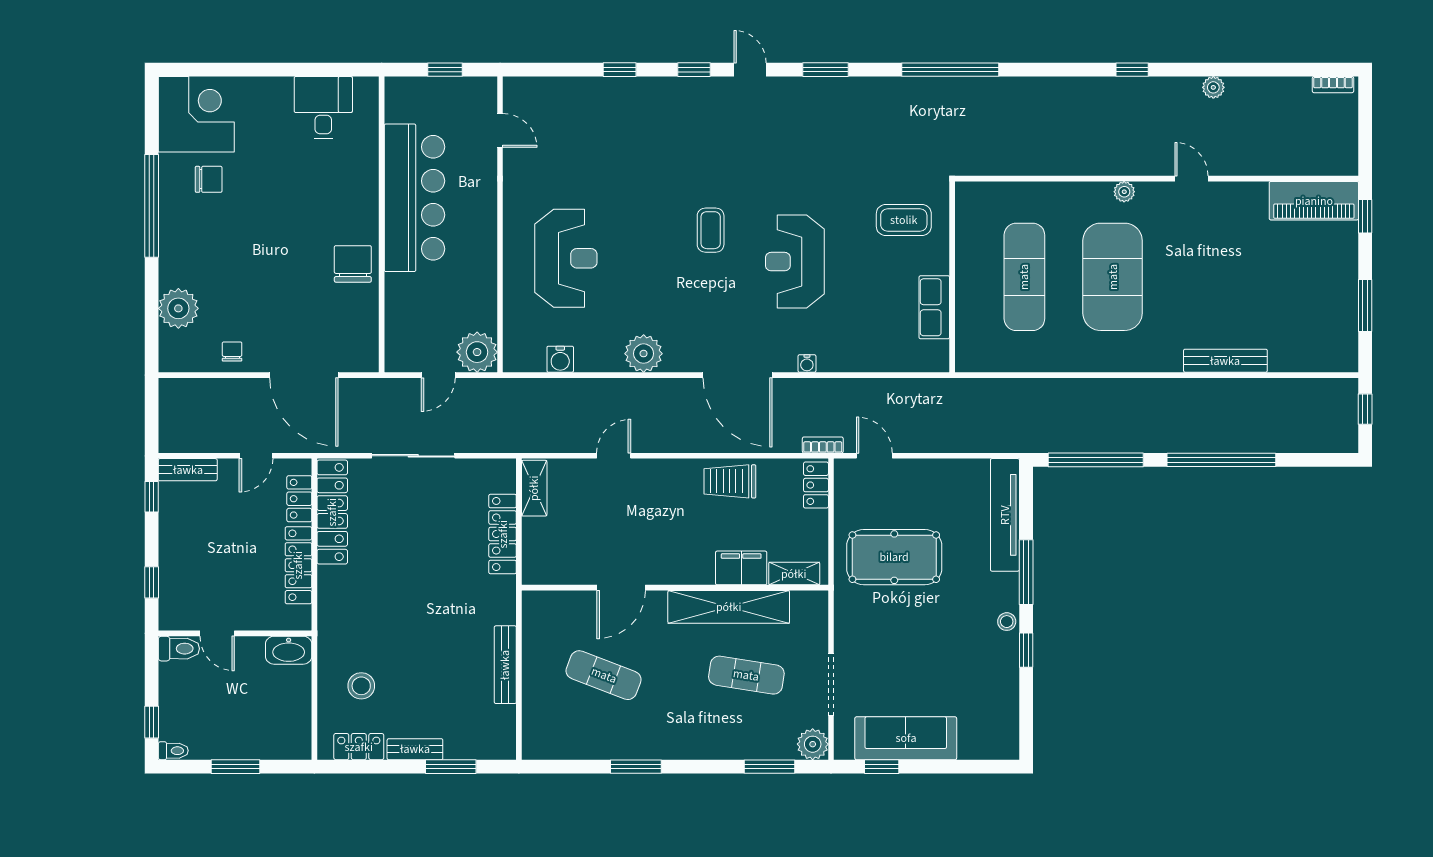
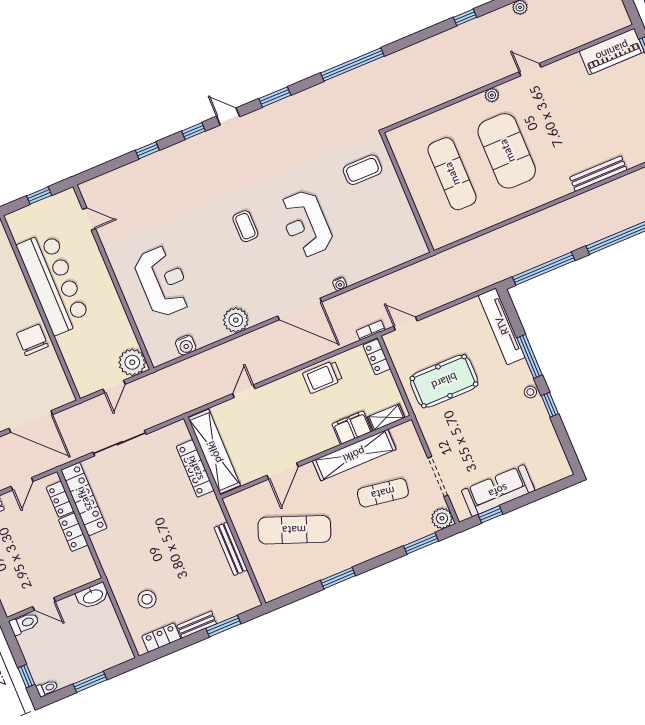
row of seats: (934, 307) -> (404, 216), removed
shelving: (534, 488) -> (214, 452), width x2.20, depth x1.33
locker: (298, 565) -> (73, 532), width x0.66
exercise mat: (604, 675) -> (294, 530), width x1.36, depth x1.45

